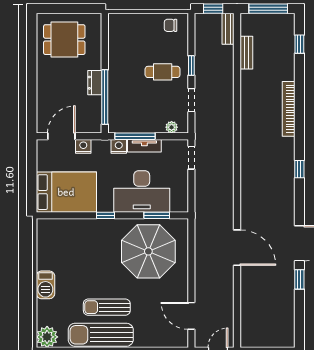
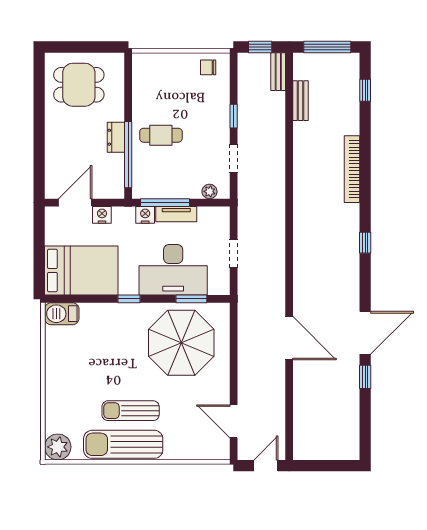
cafe table: (163, 72) -> (161, 135), moved
doorway: (191, 158) -> (234, 253), moved
barbecue: (45, 285) -> (62, 314), moved, turned 90

